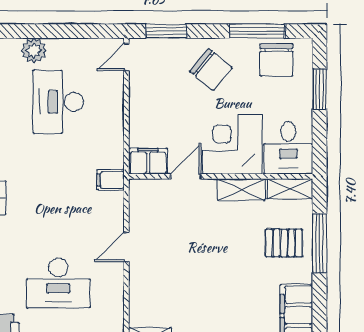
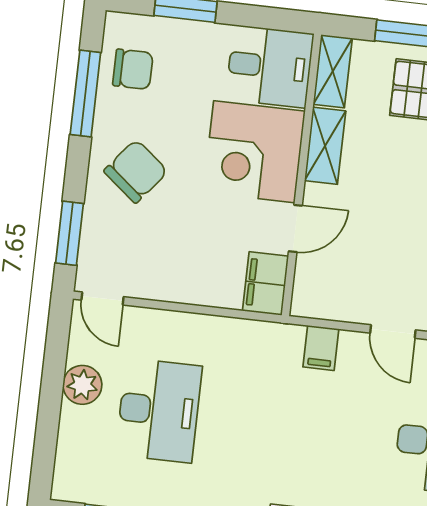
plant: (34, 51) -> (82, 385), moved
chair: (276, 60) -> (133, 69), width x0.73, depth x0.73
desk: (58, 102) -> (159, 410), turned -90
door: (186, 176) -> (295, 228), swing flipped
filing cabinet: (111, 180) -> (321, 348), moved

